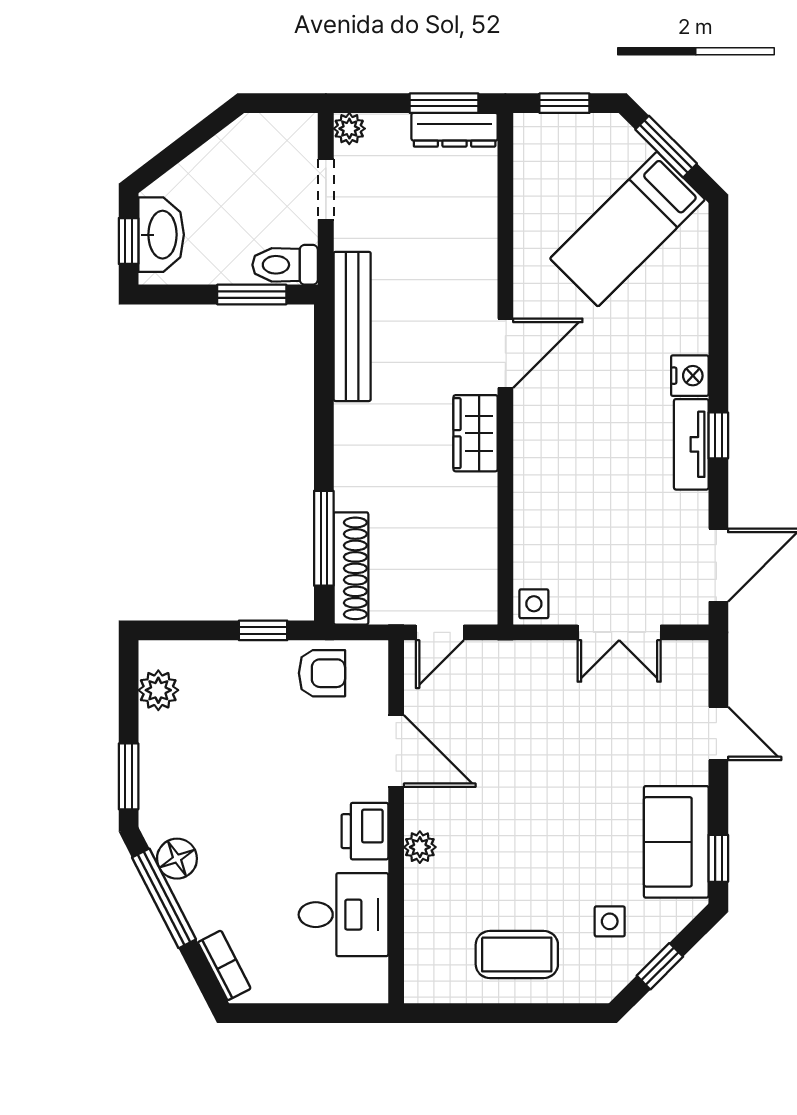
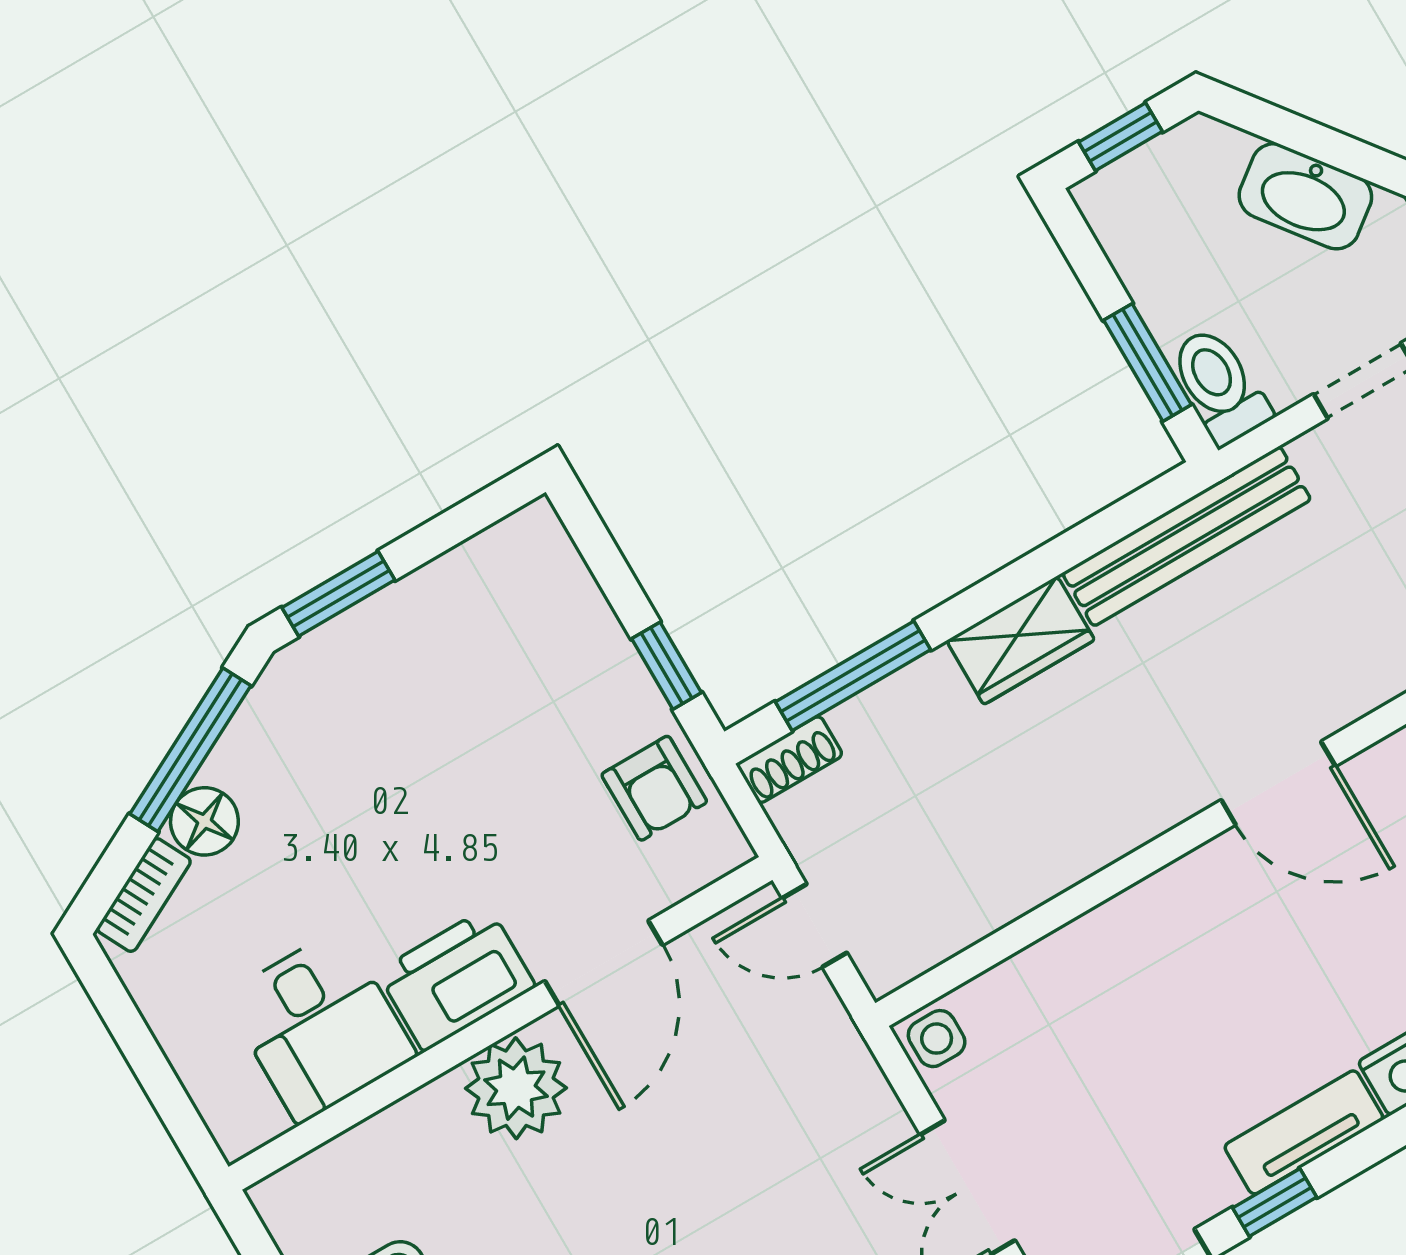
washbasin: (161, 235) -> (1305, 196), moved, turned 53
wardrobe: (476, 433) -> (1020, 640), moved, turned 180
window: (718, 435) -> (1275, 1202), moved
shoe rack: (351, 568) -> (789, 760), width x0.51, depth x0.81
plant: (158, 690) -> (490, 564), removed
printer: (365, 831) -> (456, 979), width x1.37, depth x1.19
plant: (420, 847) -> (516, 1088), width x1.88, depth x1.88
floor lamp: (177, 859) -> (204, 821), moved

